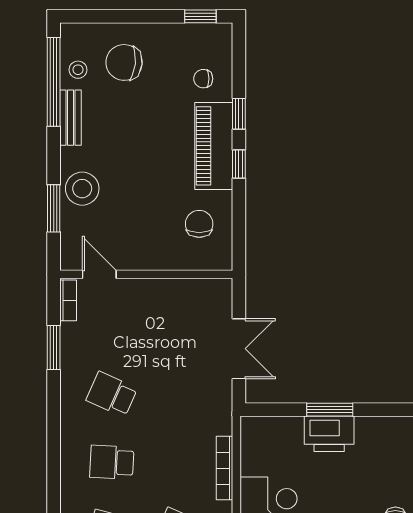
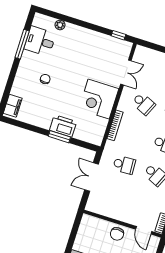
chair: (199, 224) -> (117, 234), moved
school desk: (181, 394) -> (124, 165), added

